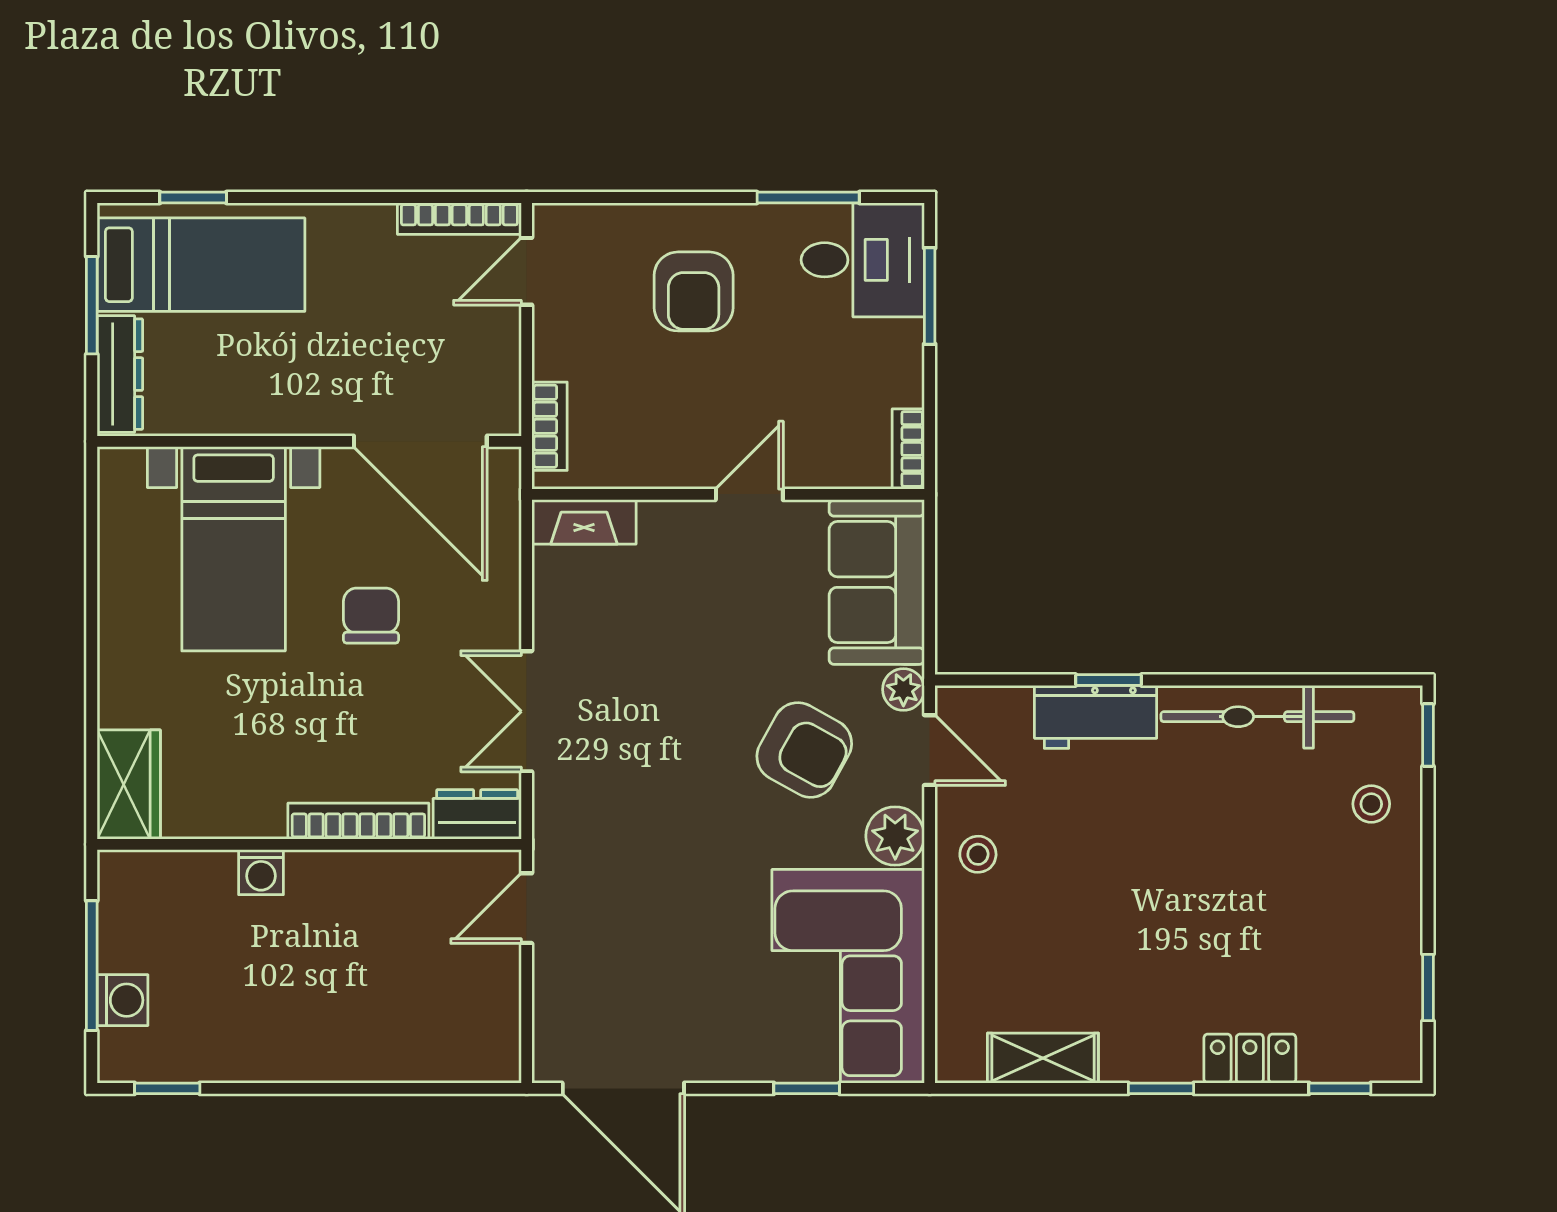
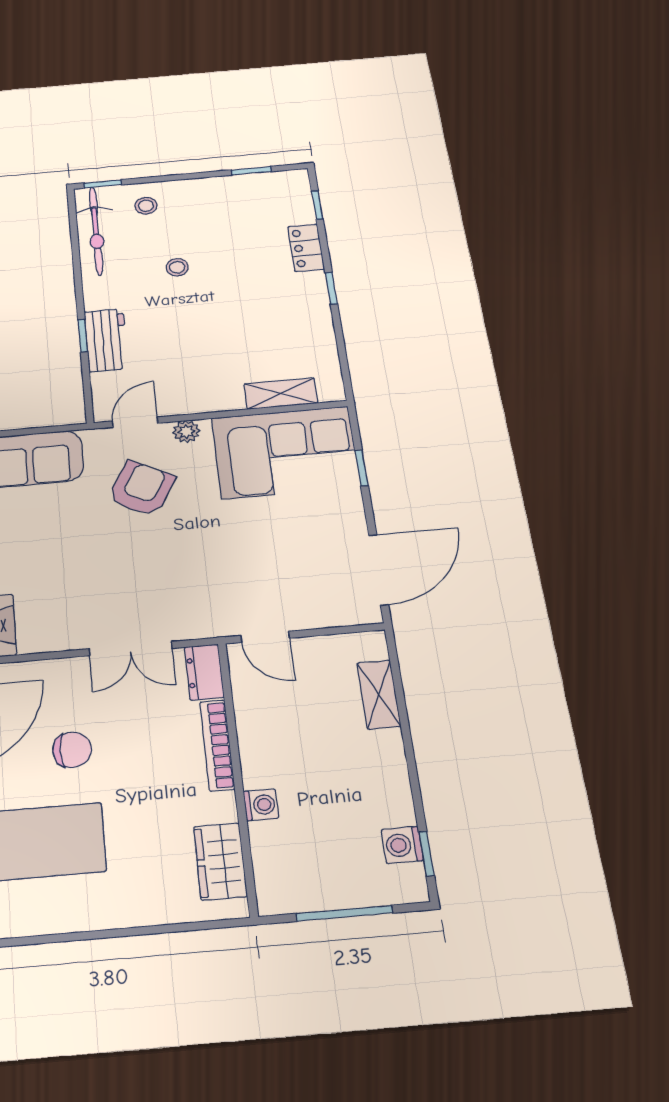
chair: (371, 616) -> (72, 750), turned 180
plant: (903, 689) -> (98, 439), removed
bicycle: (1257, 717) -> (96, 231), moved
wardrobe: (129, 785) -> (220, 861), moved, turned -90
plant: (895, 836) -> (186, 432), width x0.73, depth x0.73
stool: (978, 854) -> (177, 267), moved
washing machine: (123, 1000) -> (402, 845), moved, turned -90
shelving: (1043, 1058) -> (281, 394), moved, turned 90
shelving: (416, 1059) -> (379, 694), added

